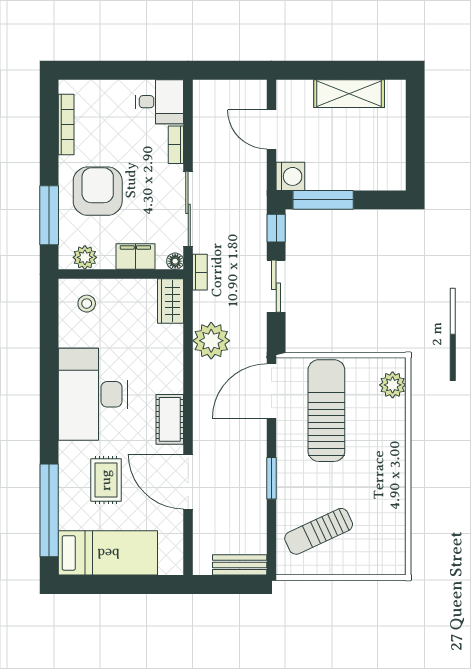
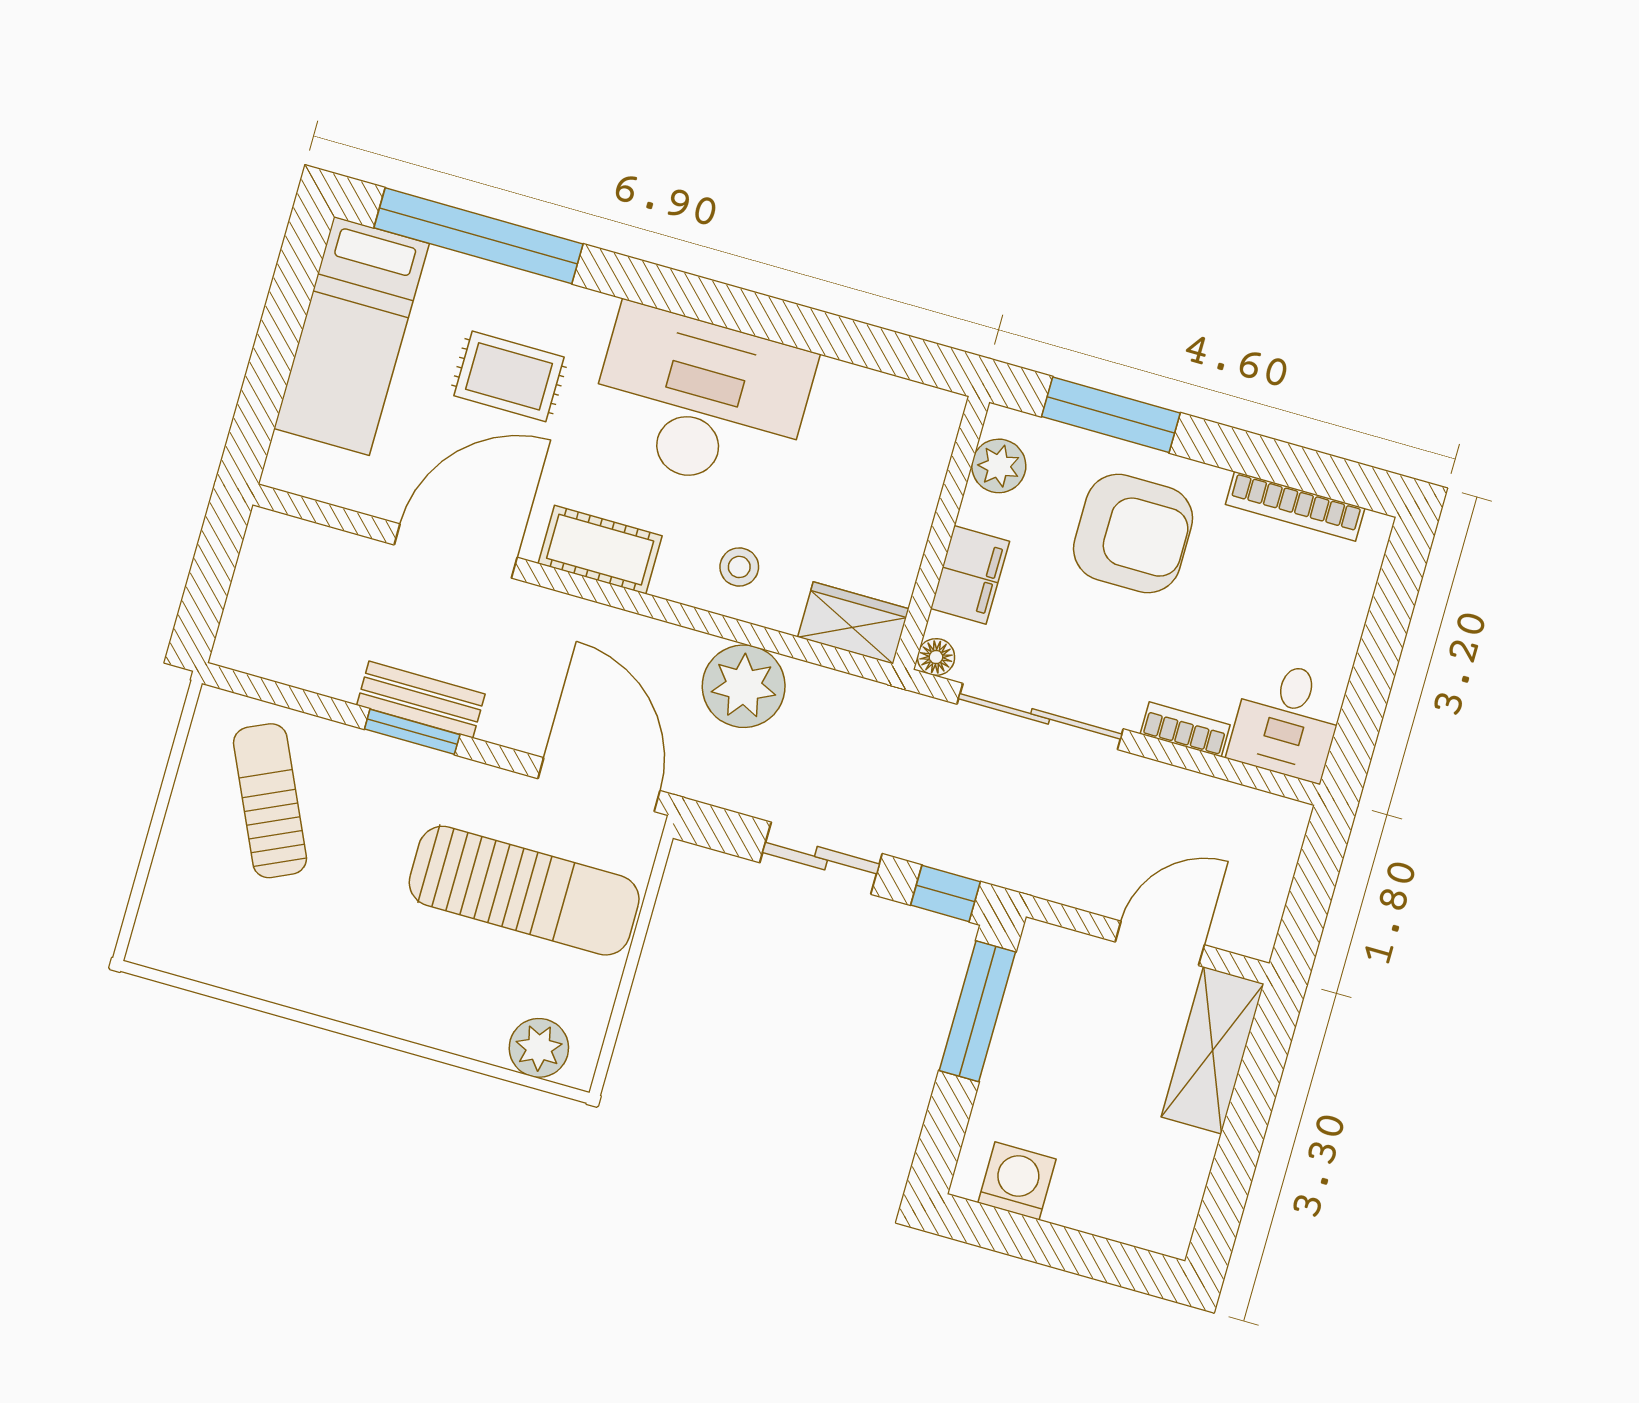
shelving: (349, 94) -> (1213, 1050), moved
washing machine: (290, 176) -> (1017, 1181), moved, turned 180
bookcase: (200, 272) -> (897, 703), removed
stool: (87, 304) -> (739, 567), moved
bench: (240, 565) -> (421, 700), moved, turned 90

